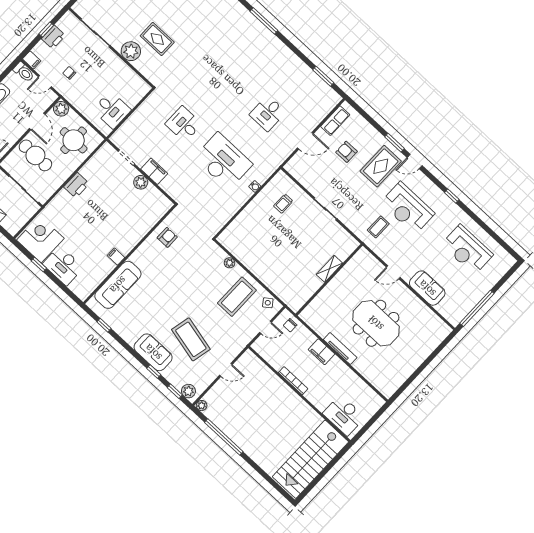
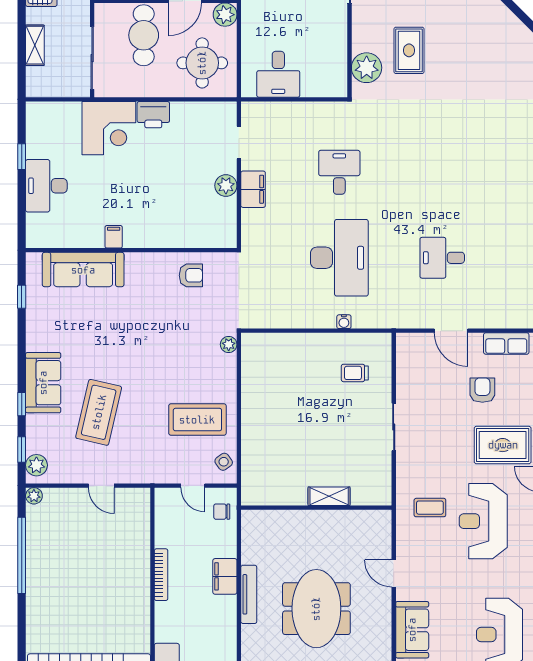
plant: (131, 51) -> (367, 68), moved
corner desk: (40, 239) -> (109, 128), moved, turned 90
plant: (230, 263) -> (229, 344), moved

